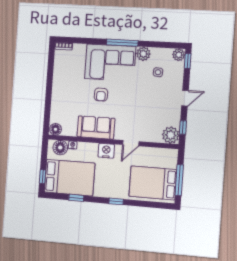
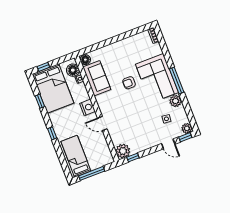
door: (185, 98) -> (168, 144), moved
sofa: (96, 128) -> (97, 78), moved
bed: (153, 183) -> (76, 156), width x0.67

